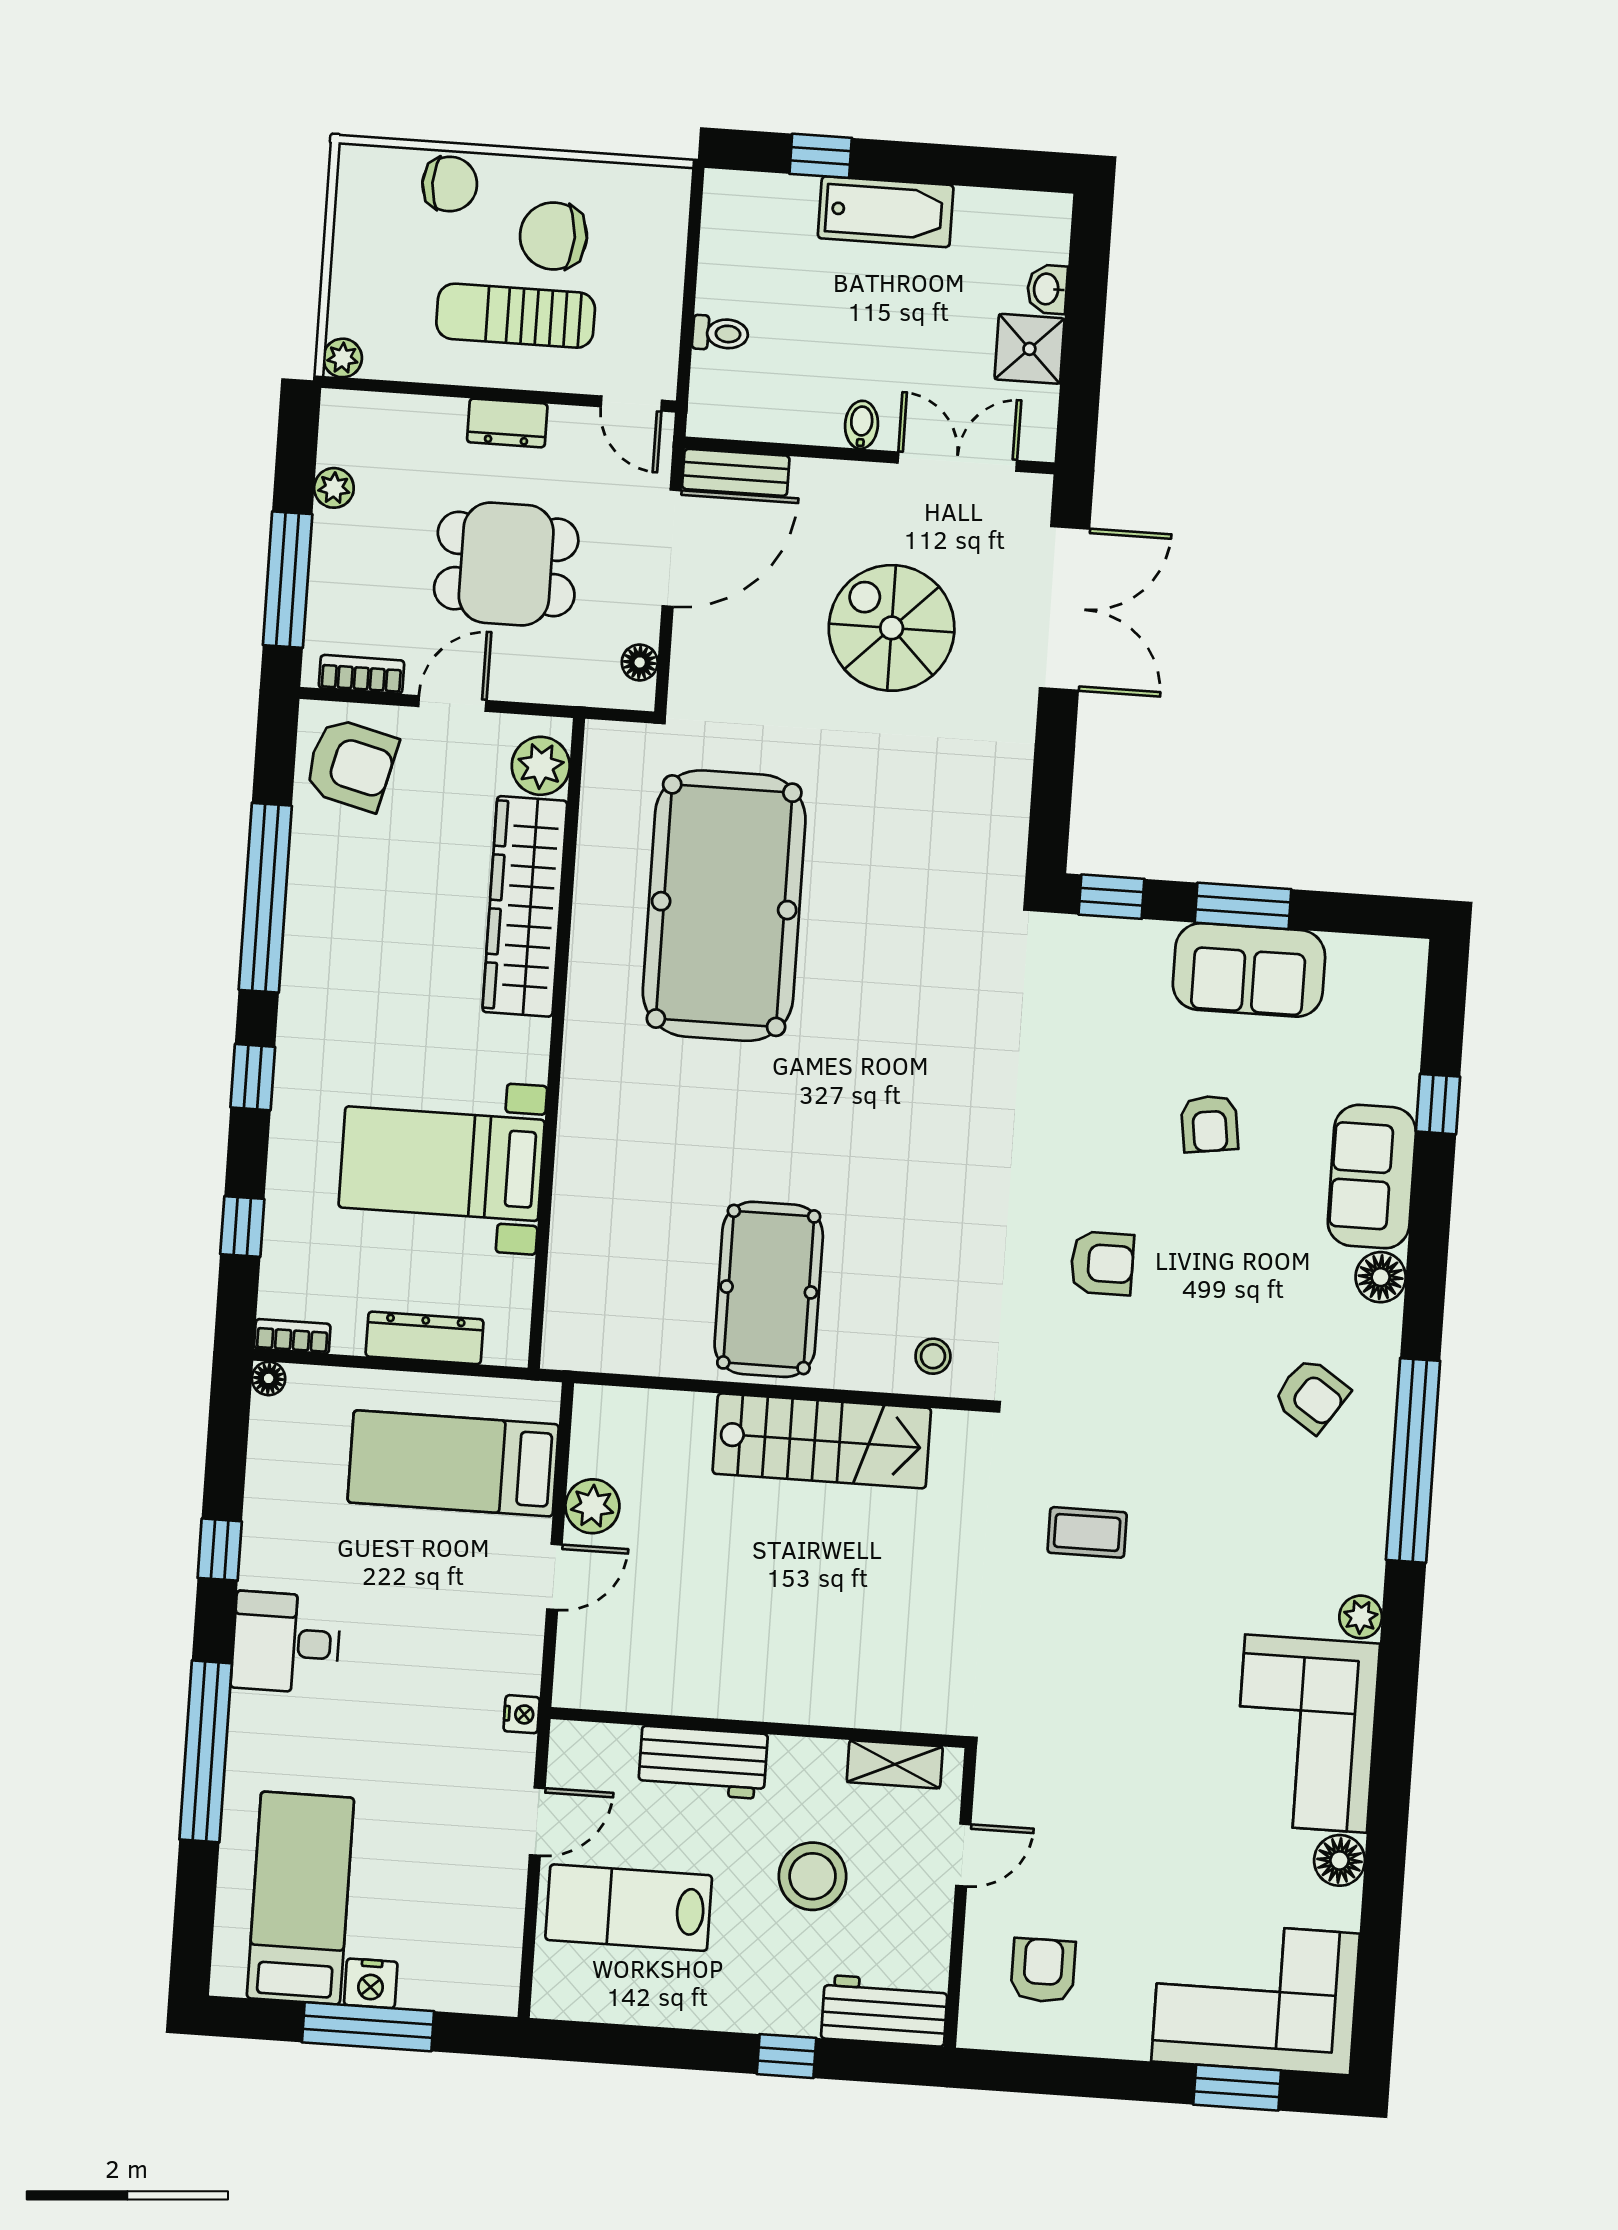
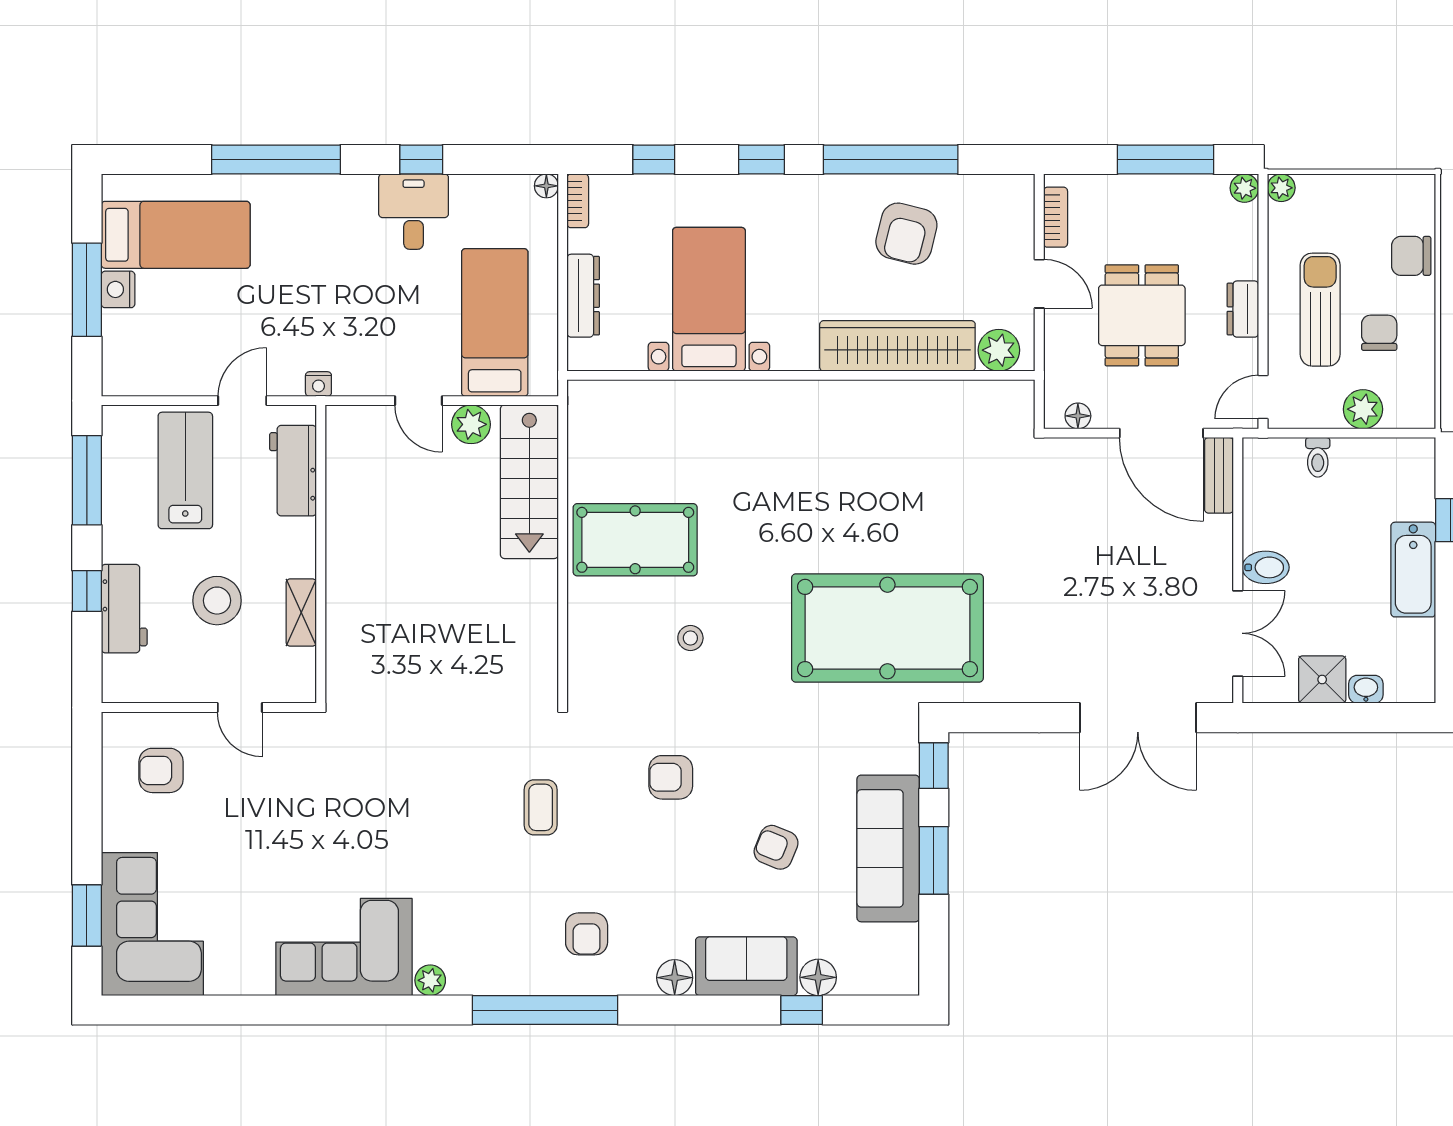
chair: (450, 184) -> (1411, 256), turned 90
chair: (553, 236) -> (1379, 333), width x0.73, depth x0.73
plant: (658, 266) -> (1363, 409), added
bidet: (861, 425) -> (1266, 567), width x1.38, depth x1.36
plant: (334, 488) -> (1244, 188), moved
window: (288, 580) -> (1166, 159), moved
spiral stairs: (892, 628) -> (1115, 595), removed
armchair: (351, 764) -> (906, 234), moved
pool table: (724, 906) -> (887, 628), moved
sofa: (1249, 970) -> (888, 848), width x1.36
armchair: (1209, 1124) -> (776, 847), turned 30
armchair: (1102, 1263) -> (671, 777), turned 90
stool: (933, 1356) -> (690, 638), moved
armchair: (1311, 1395) -> (587, 934), turned -34
stairs: (822, 1441) -> (529, 482), moved
coffee table: (1087, 1532) -> (541, 807), moved
desk: (286, 1643) -> (414, 212), moved
workbench: (703, 1762) -> (293, 471), moved
shelving: (895, 1764) -> (301, 613), moved
door: (537, 1822) -> (242, 401), swing flipped
floor lamp: (1339, 1860) -> (818, 977), moved
armchair: (1043, 1970) -> (161, 770), turned 180
workbench: (884, 2011) -> (124, 609), moved
window: (633, 2045) -> (87, 480), added

